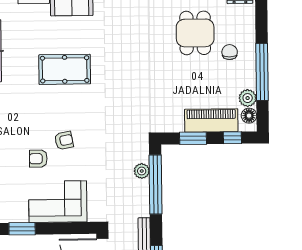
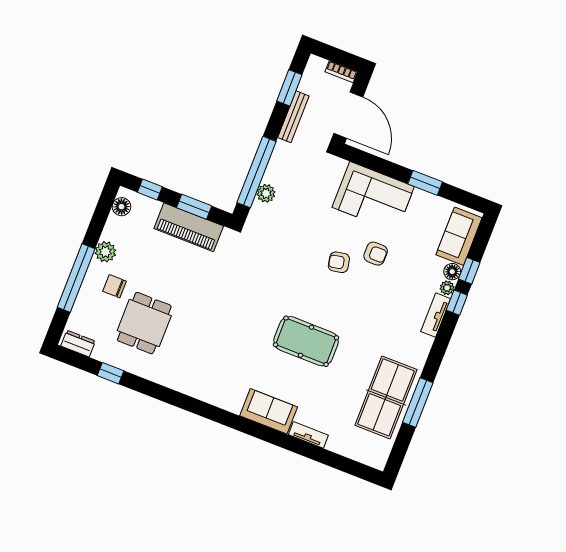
chair: (230, 52) -> (115, 286), turned 90
window: (262, 72) -> (76, 278), moved
plant: (248, 98) -> (105, 252), moved
piano: (211, 120) -> (189, 227), moved

